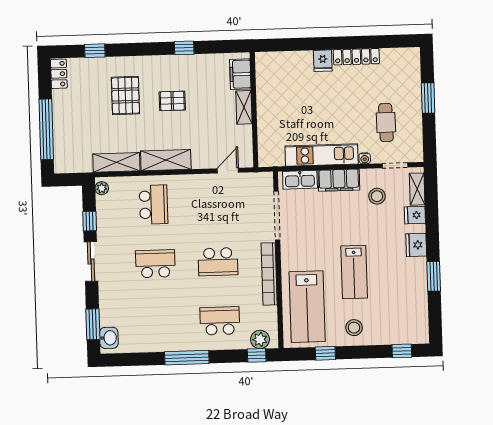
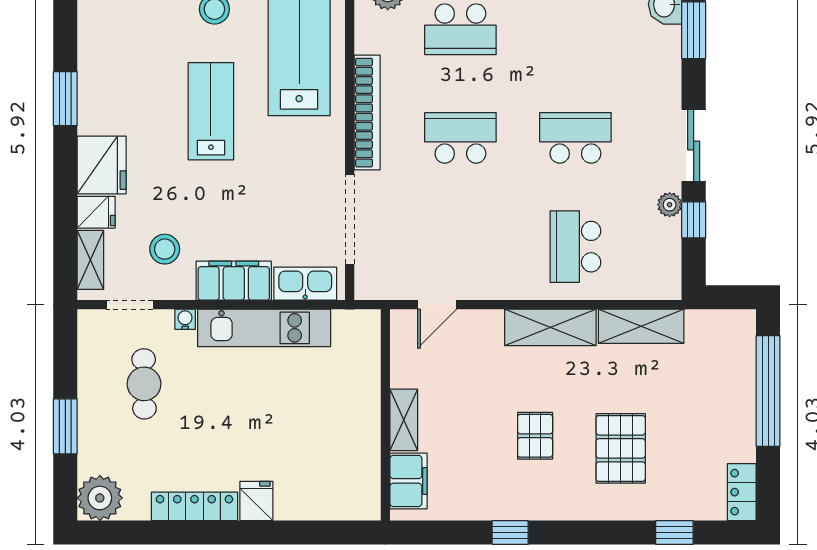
plant: (408, 60) -> (100, 498), added
pallet: (172, 101) -> (535, 436), turned 90
plant: (102, 188) -> (670, 205), moved
fridge: (416, 245) -> (102, 165), width x1.36, depth x1.34
school desk: (155, 264) -> (575, 138), turned 180

